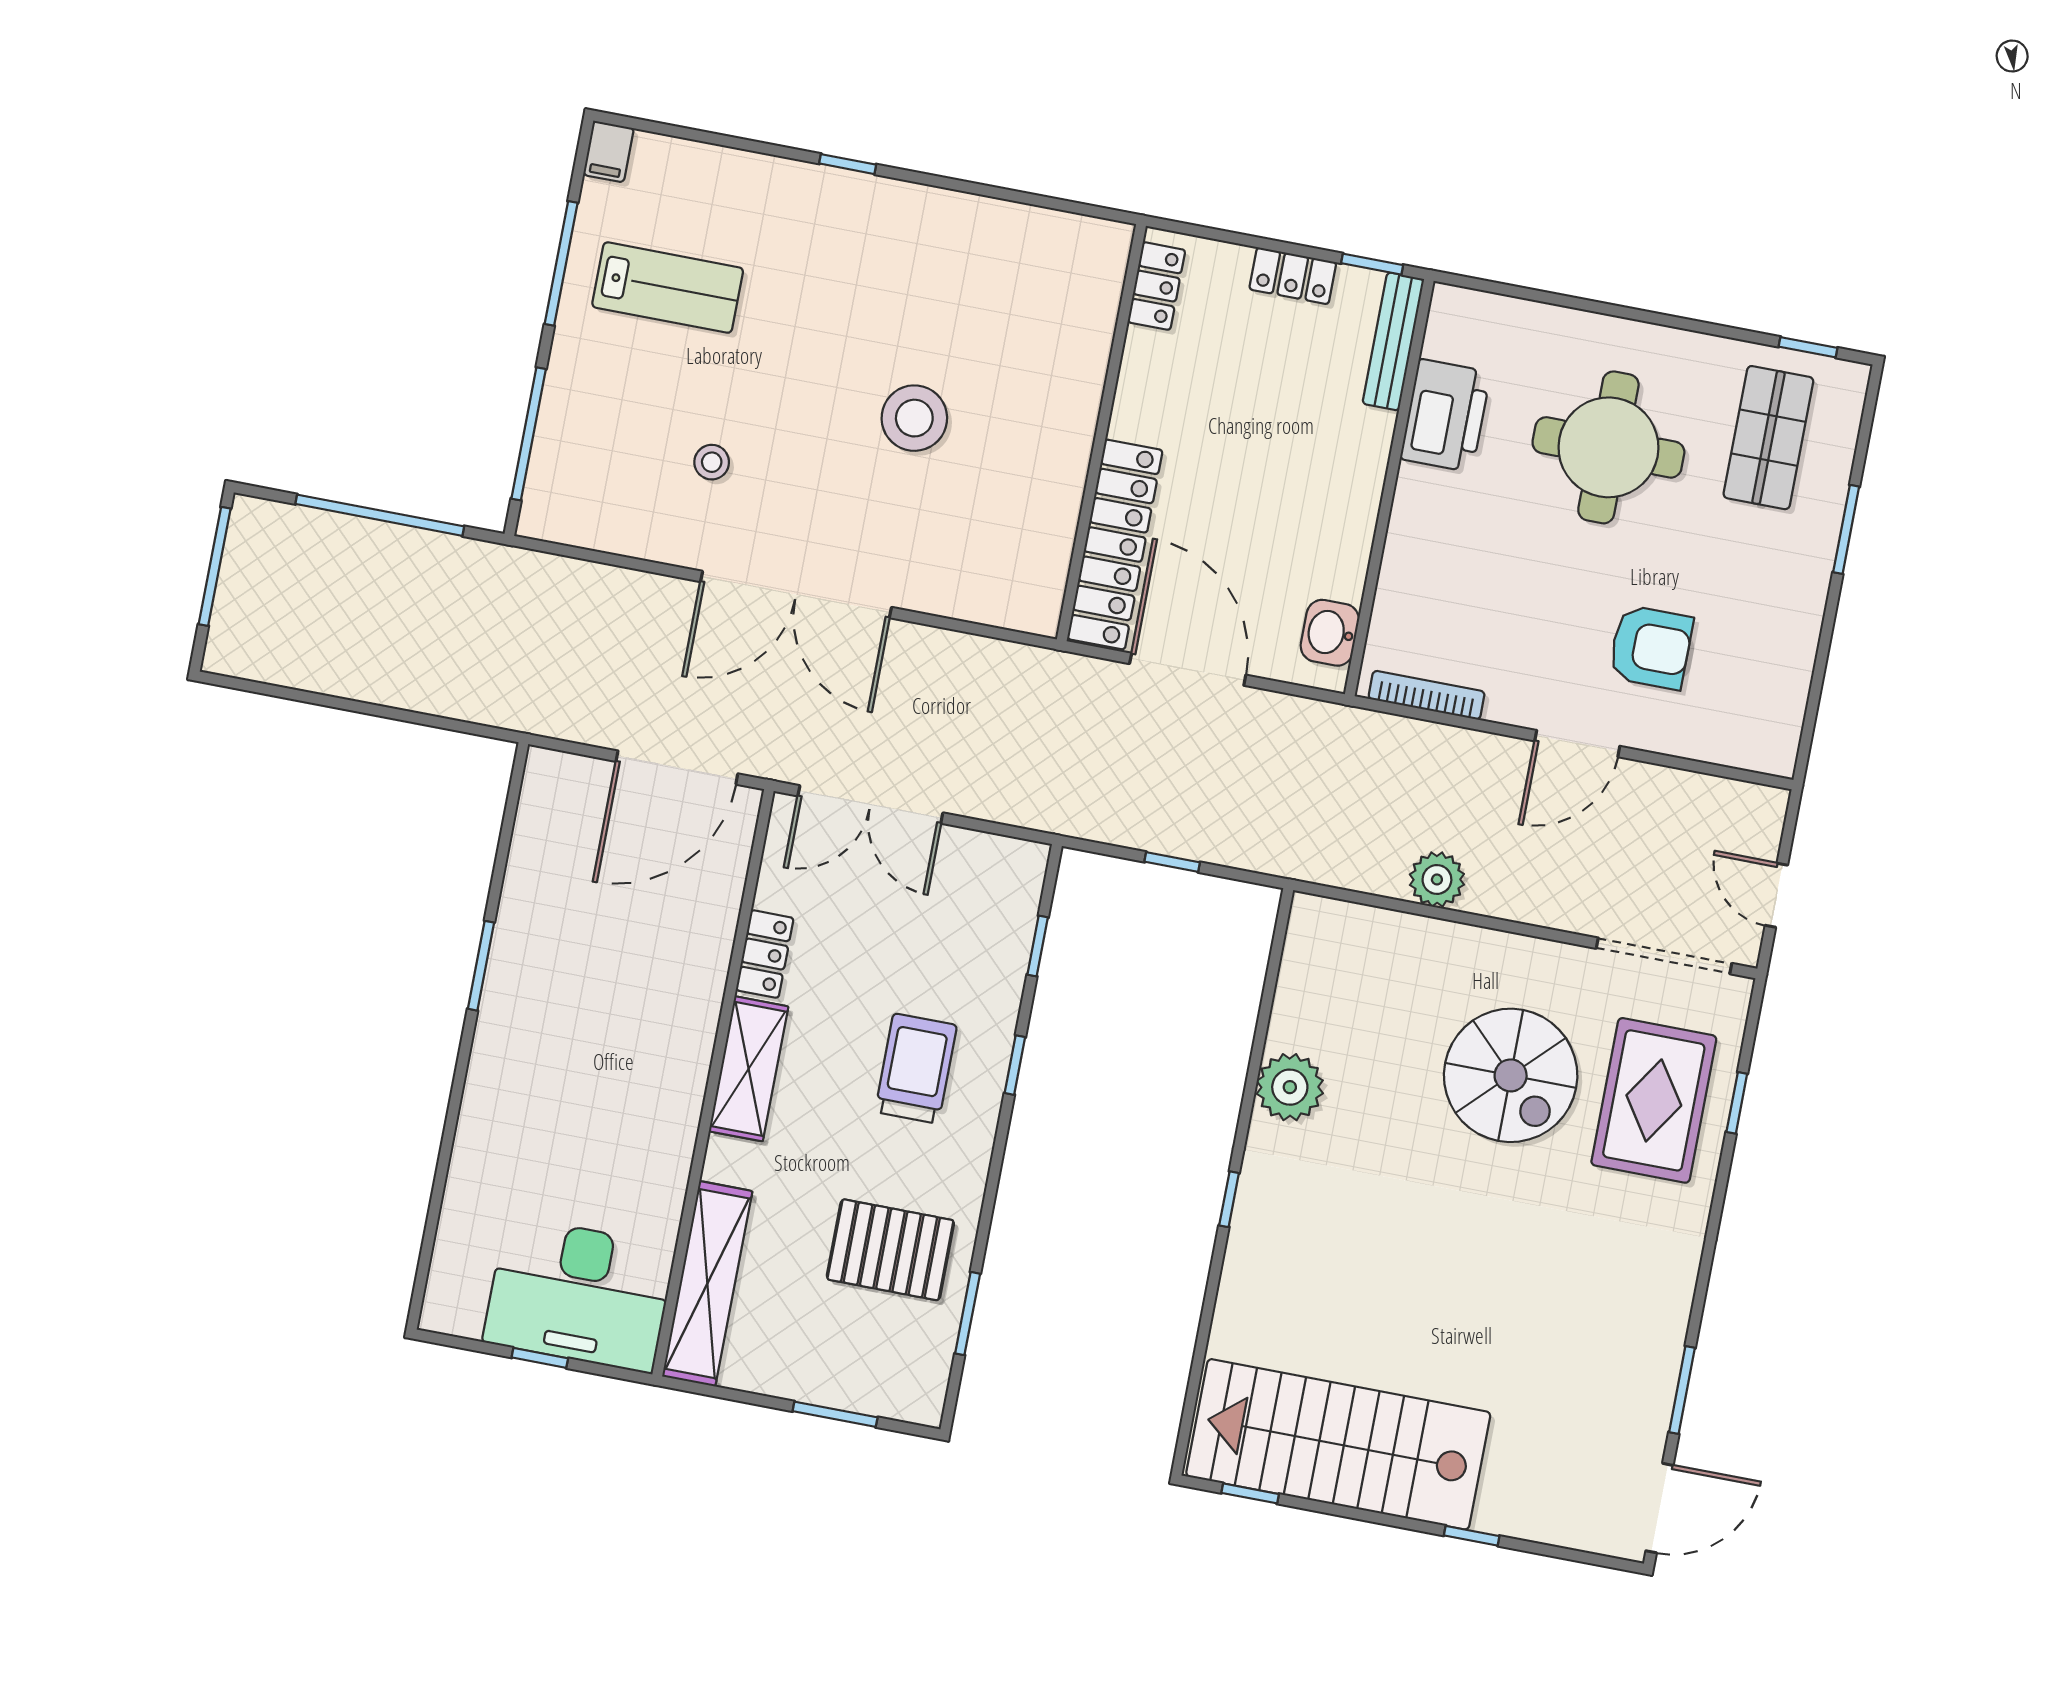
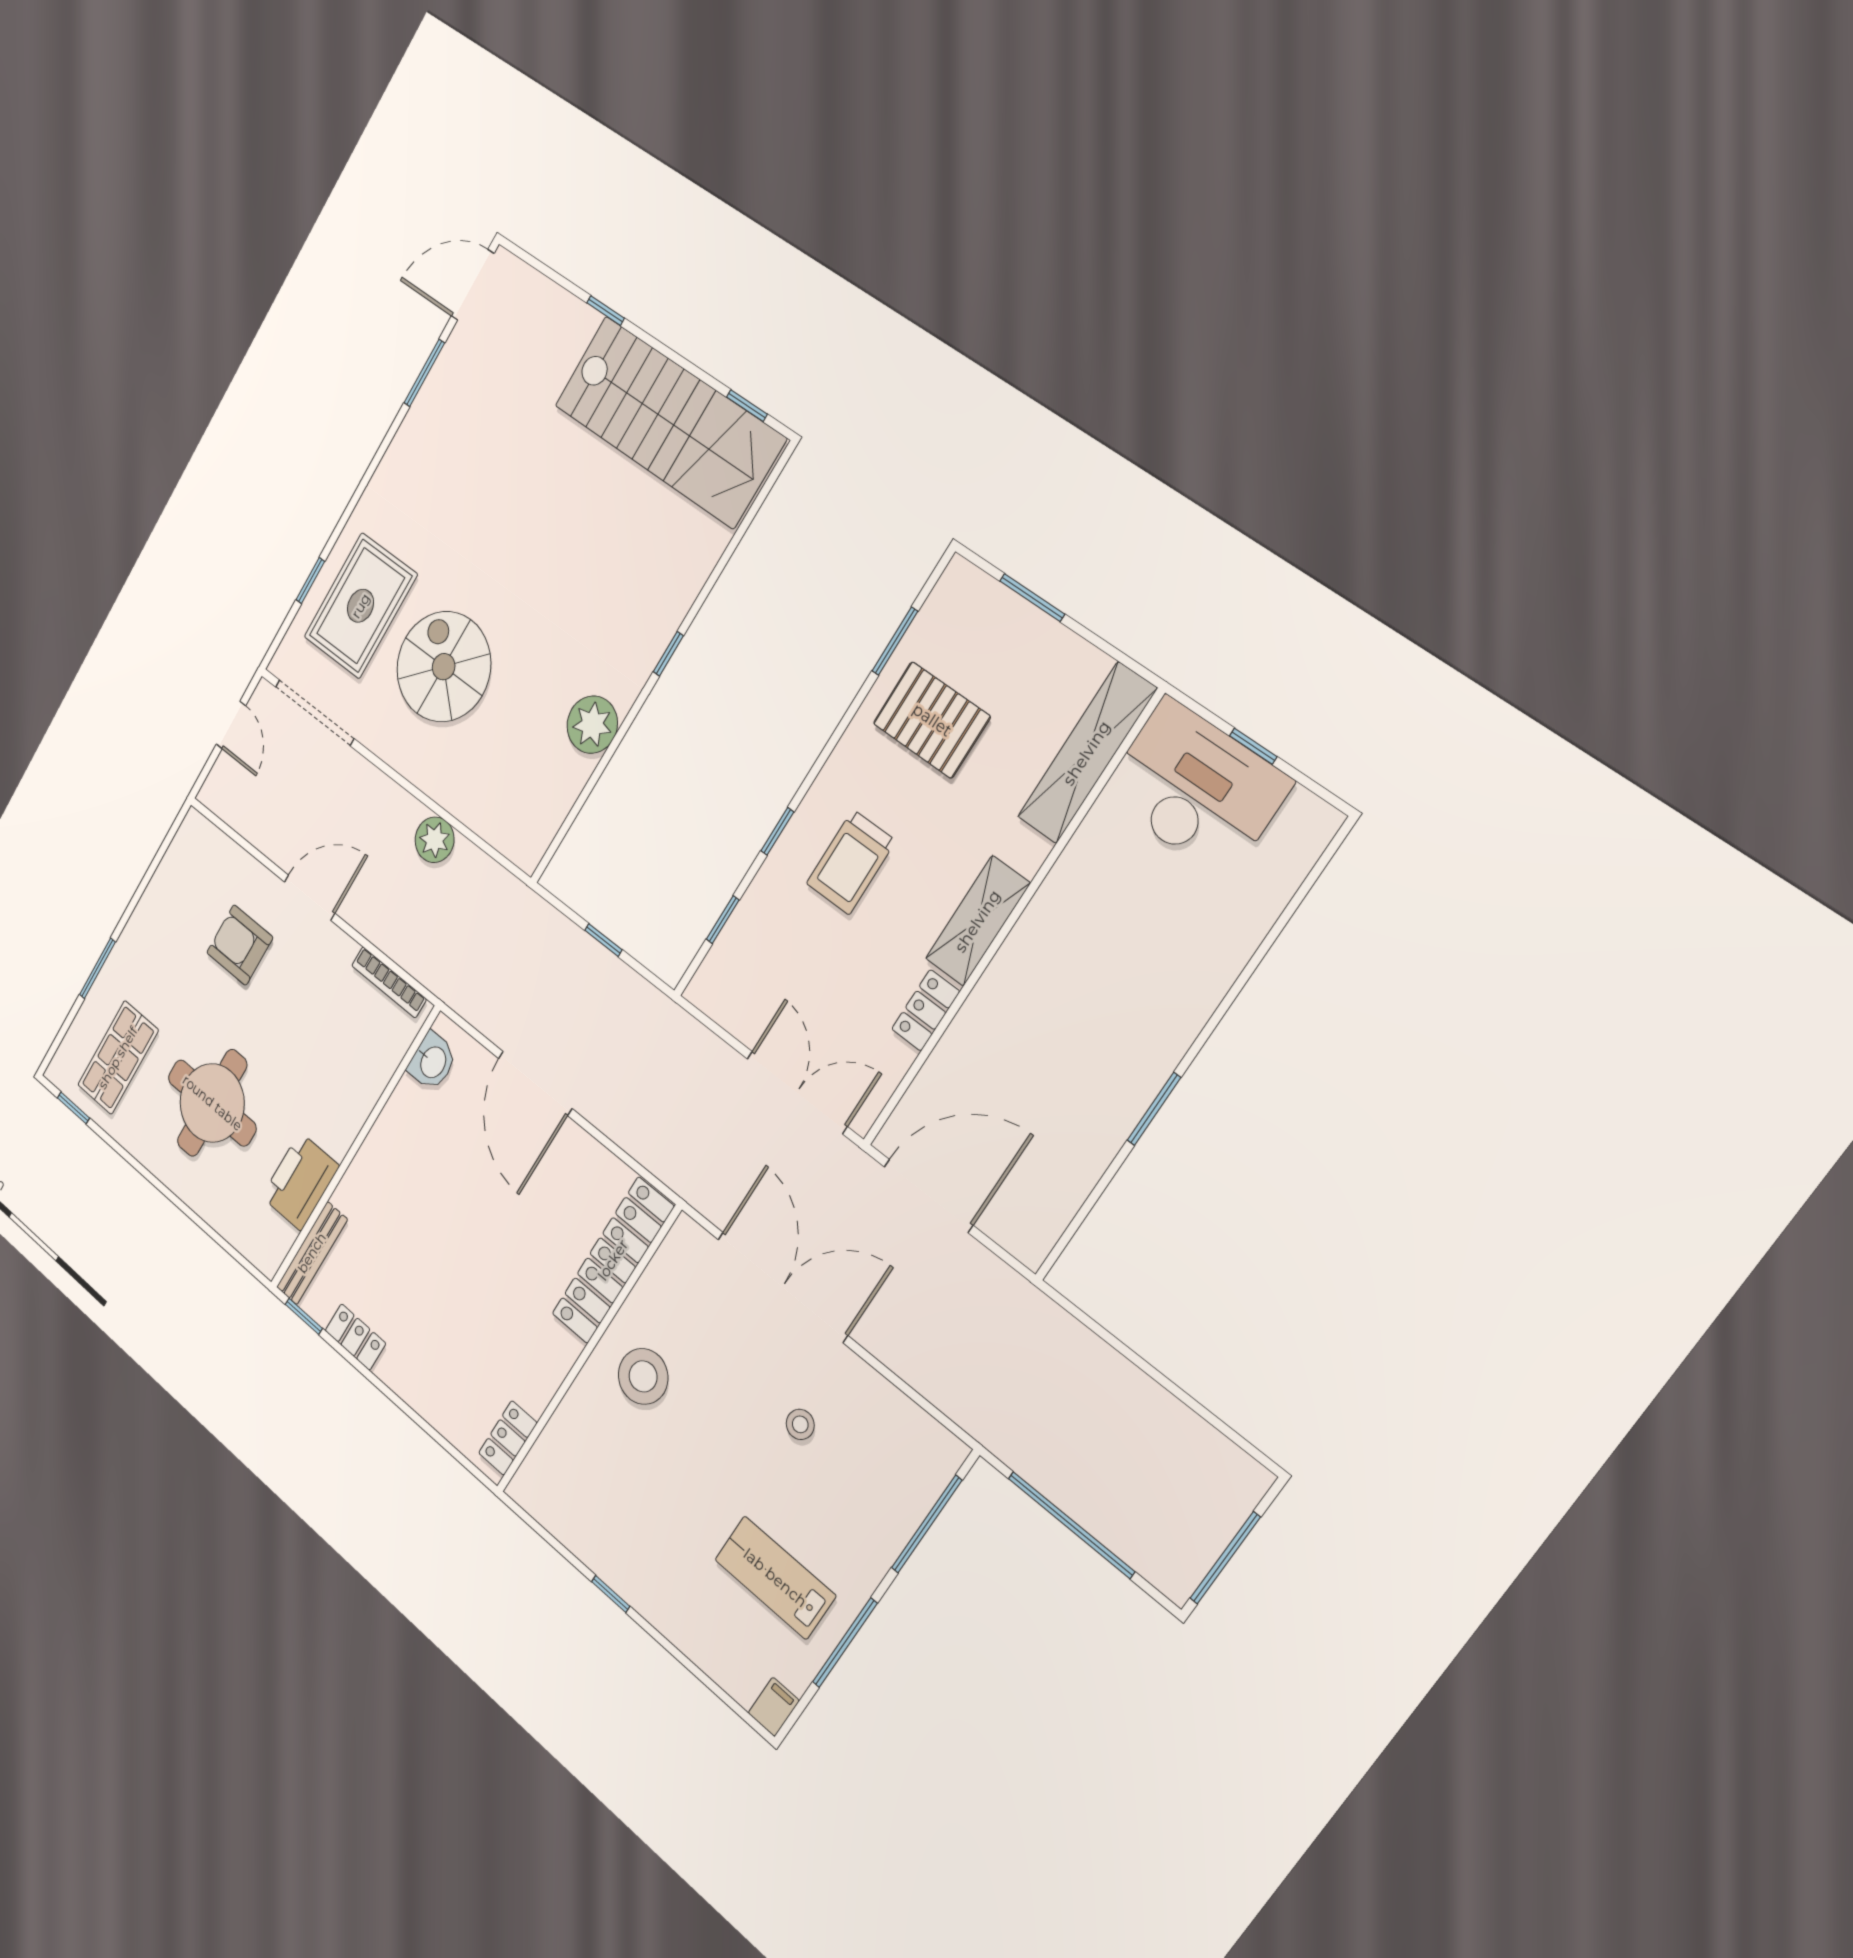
locker: (1156, 286) -> (508, 1438), moved
wall: (1101, 433) -> (588, 1350), moved
locker: (1115, 545) -> (613, 1260), moved

